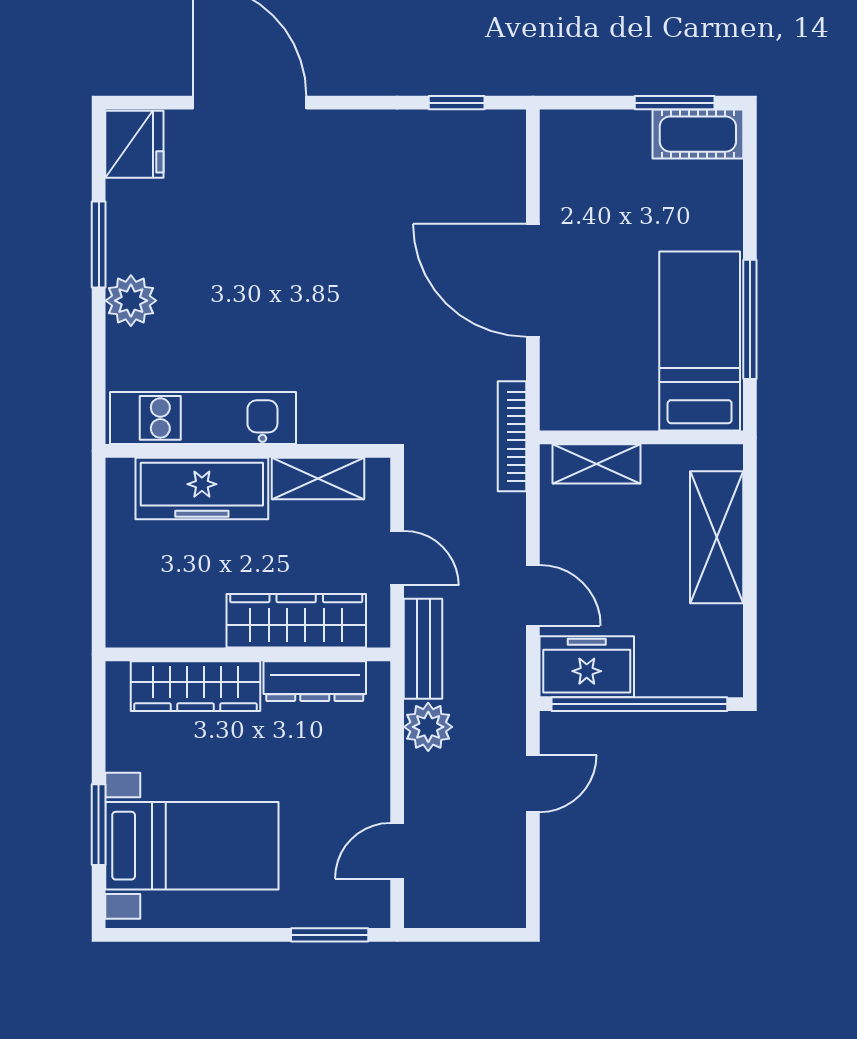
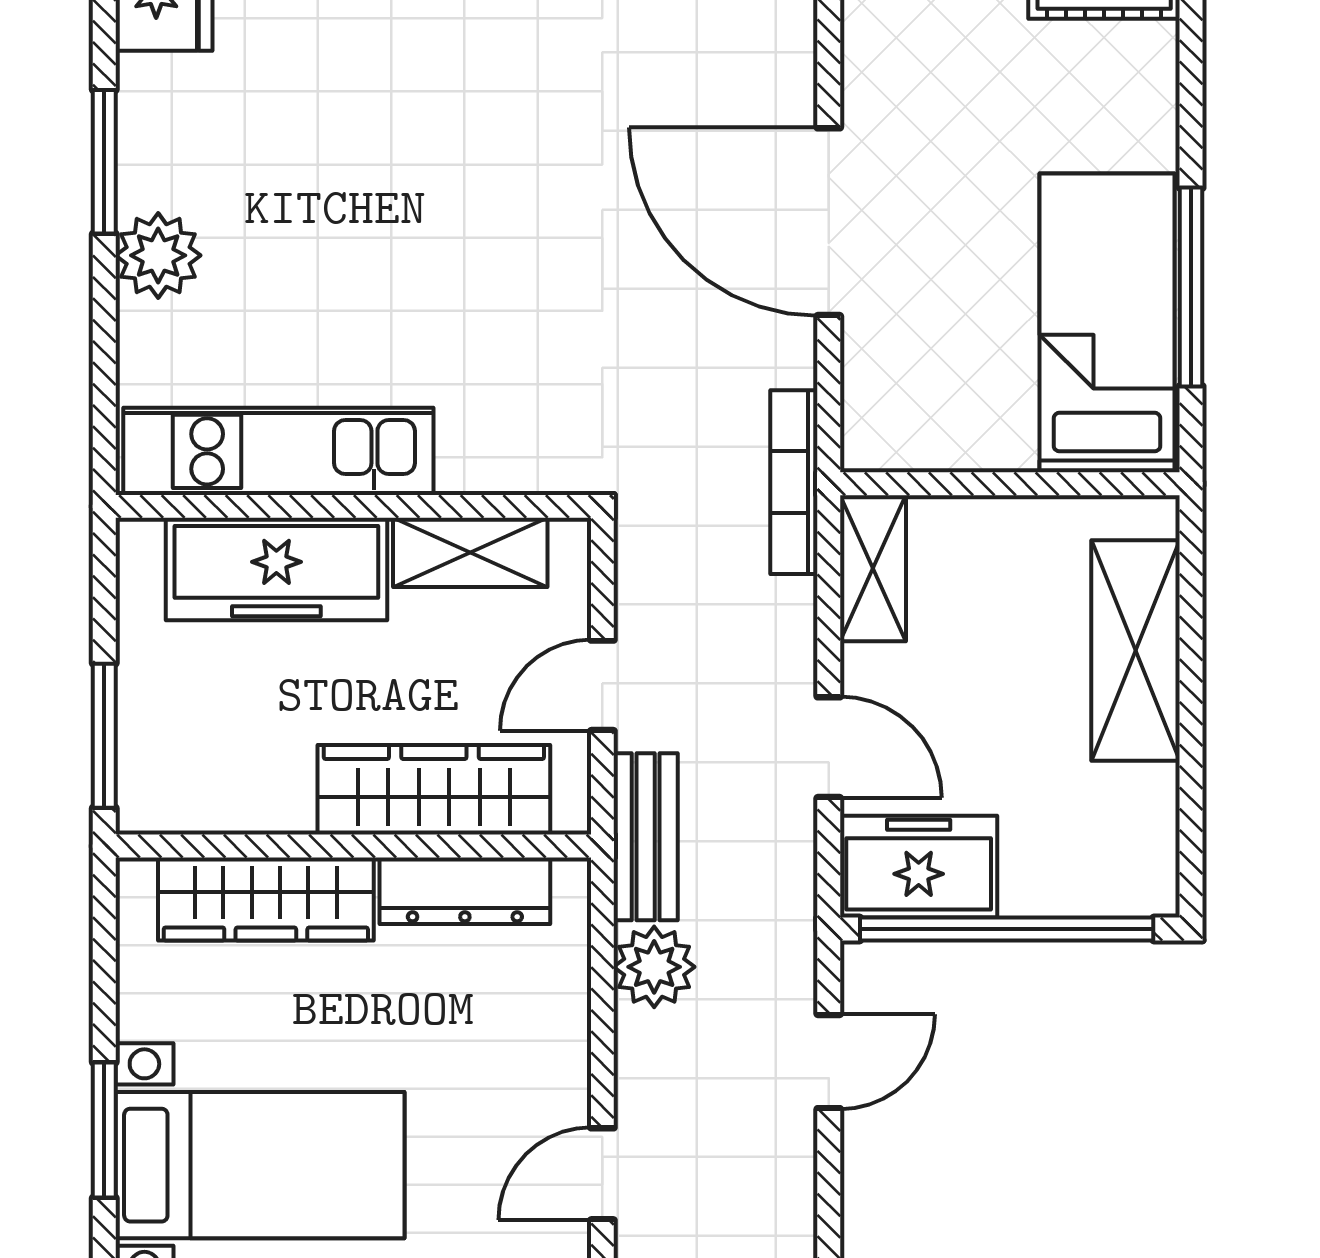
shelving: (596, 464) -> (873, 568), moved, turned 90
door: (397, 558) -> (602, 685), swing flipped
window: (99, 588) -> (104, 736), added

